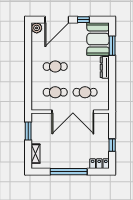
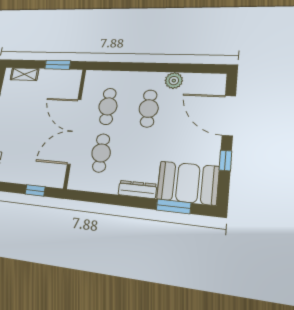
plant: (37, 28) -> (174, 81), moved
window: (112, 145) -> (35, 190), moved

